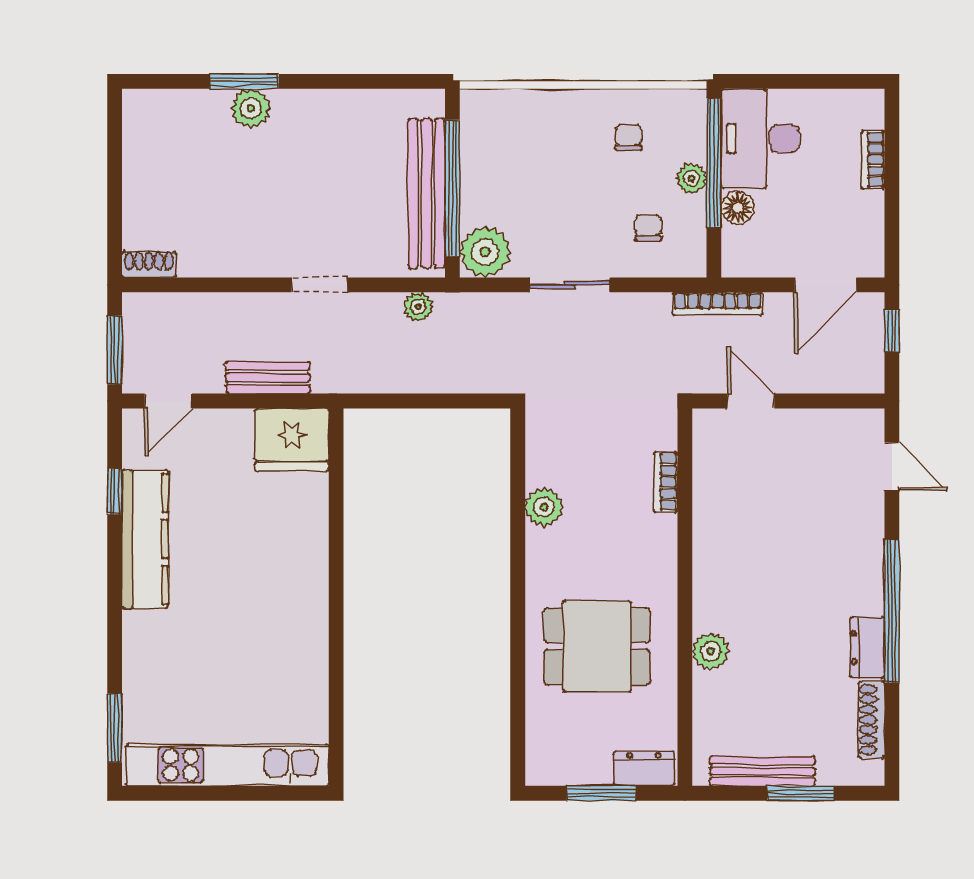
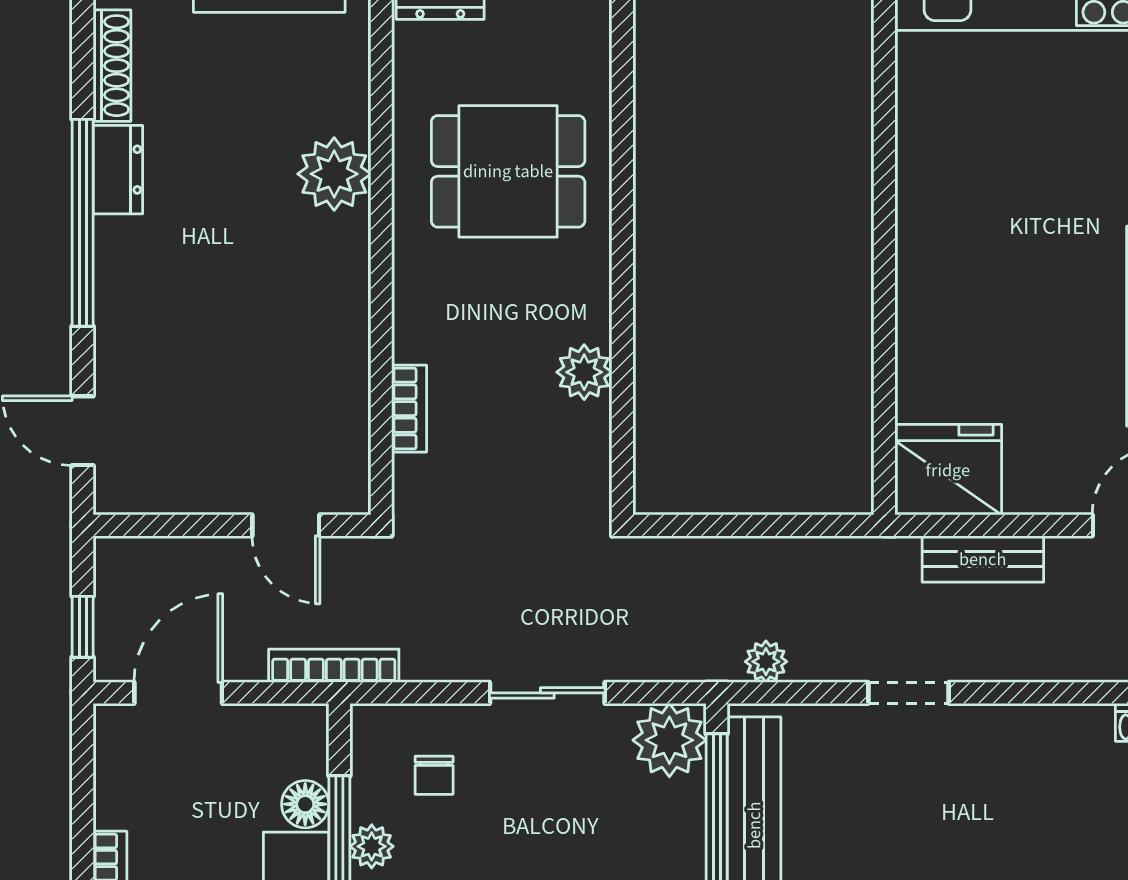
plant: (711, 651) -> (334, 174), width x1.36, depth x1.36

